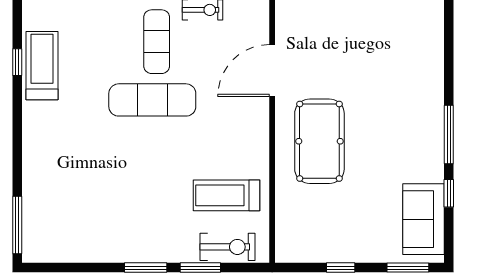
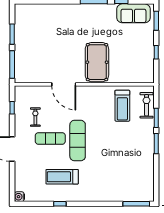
treadmill: (42, 66) -> (62, 177), moved
pool table: (319, 141) -> (97, 62), turned 90

